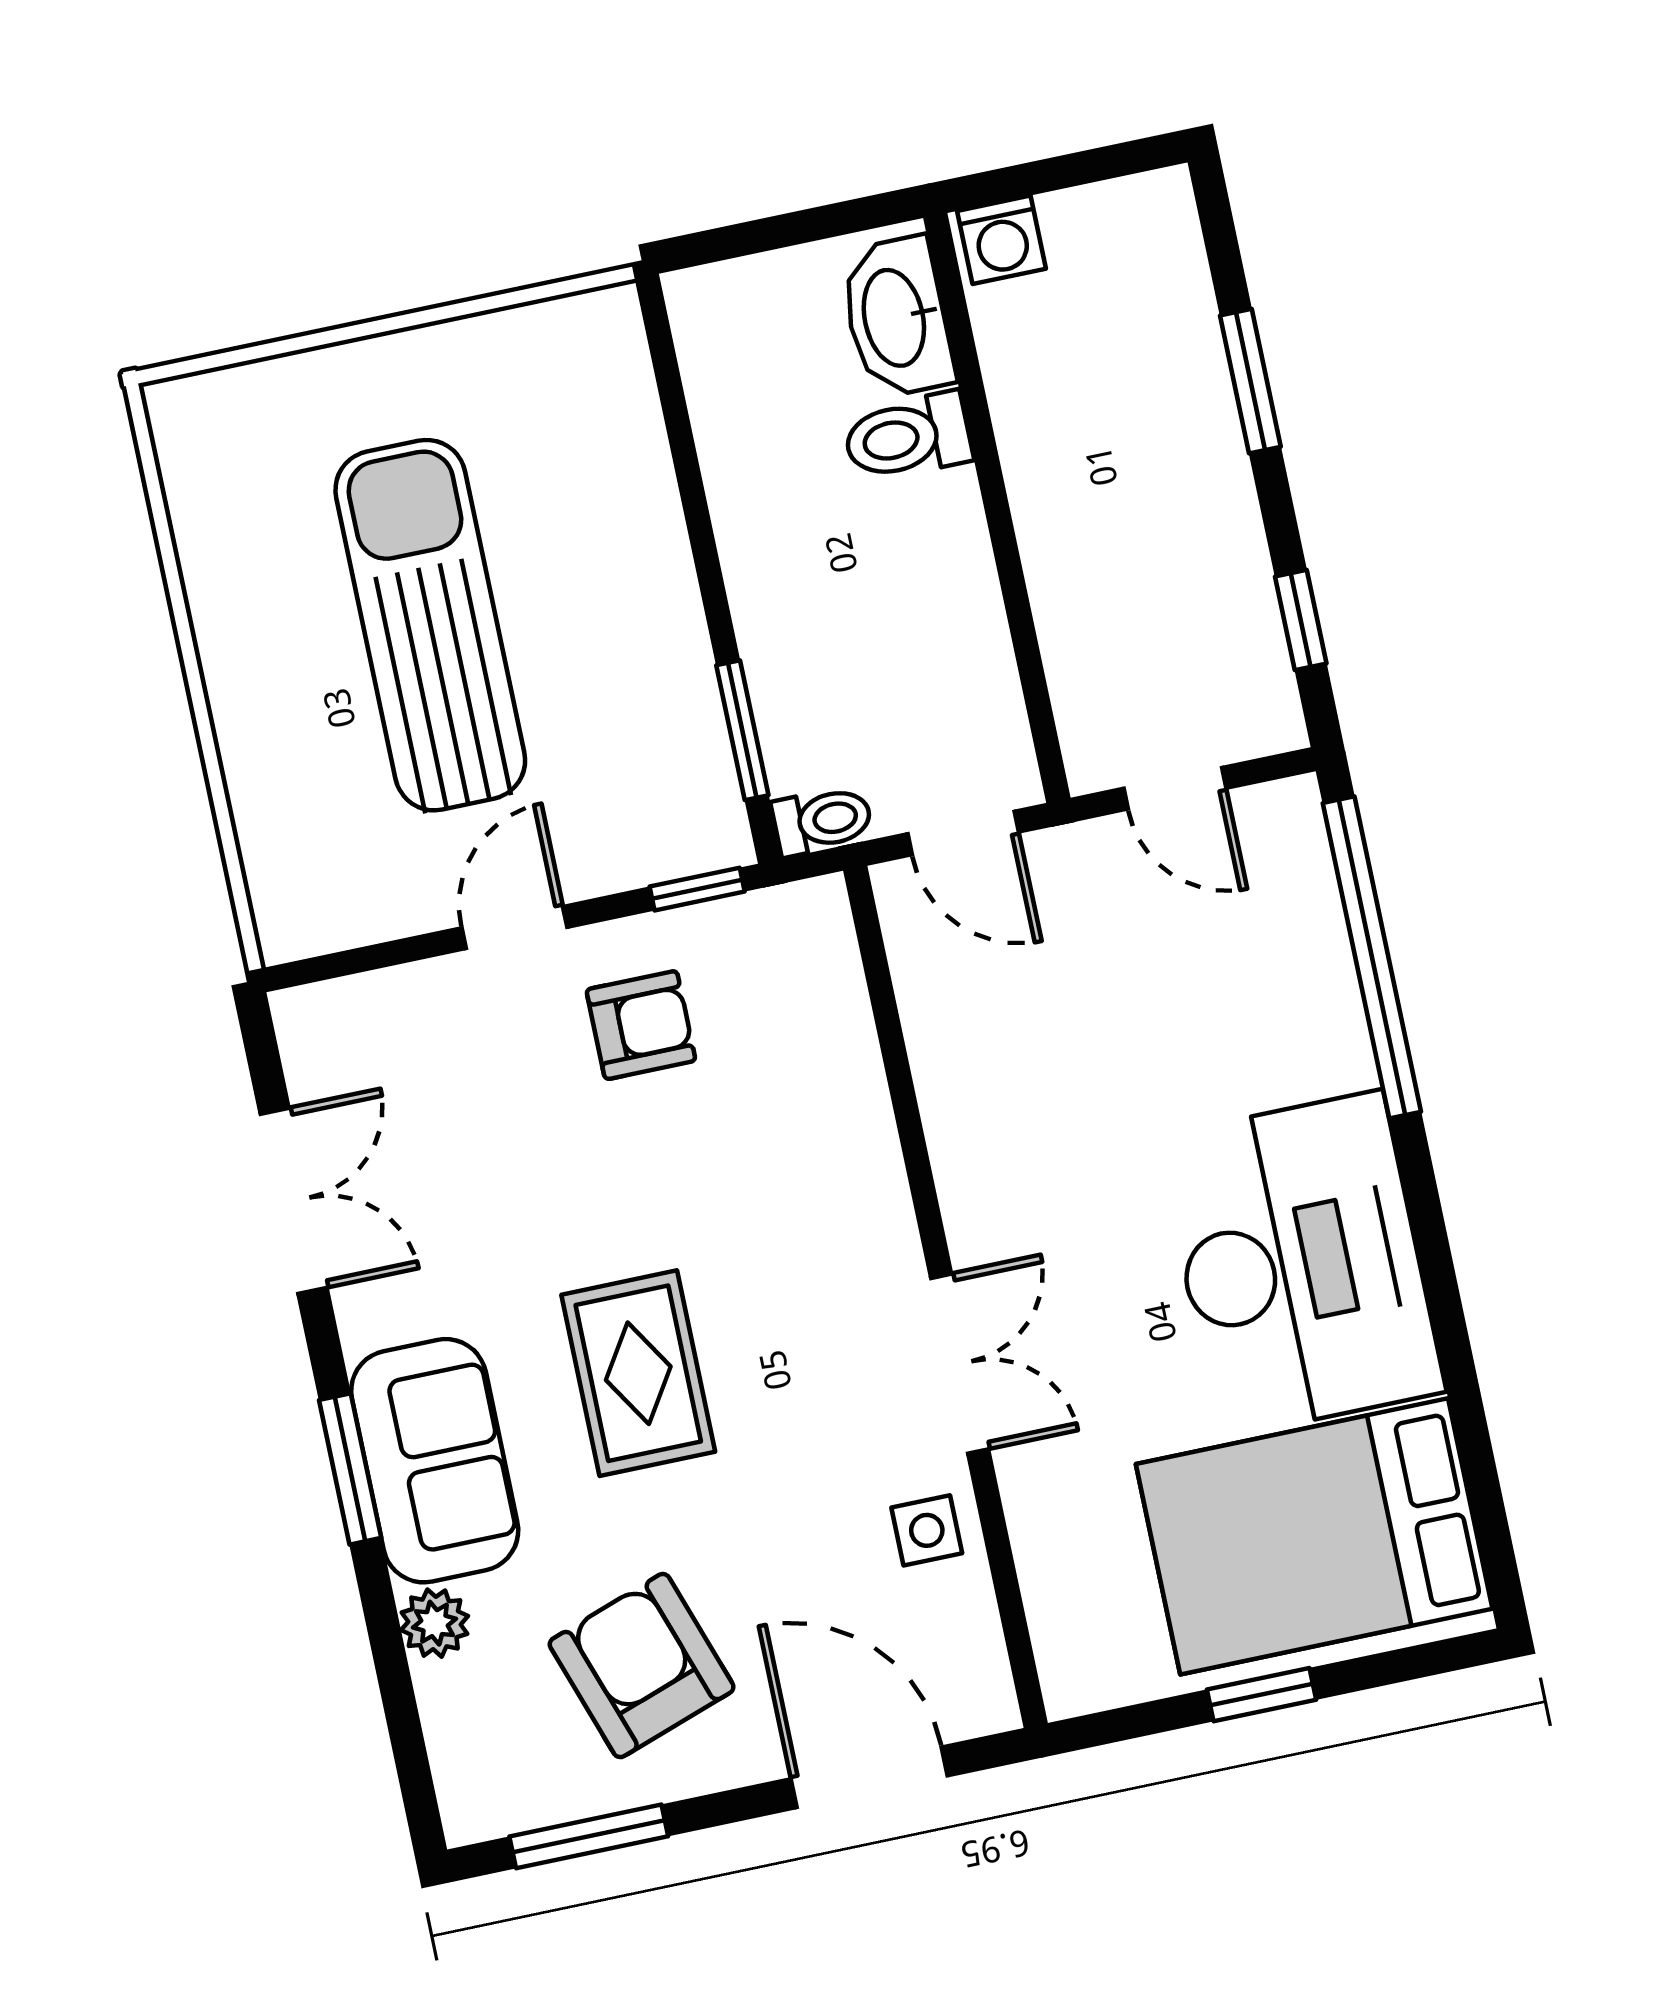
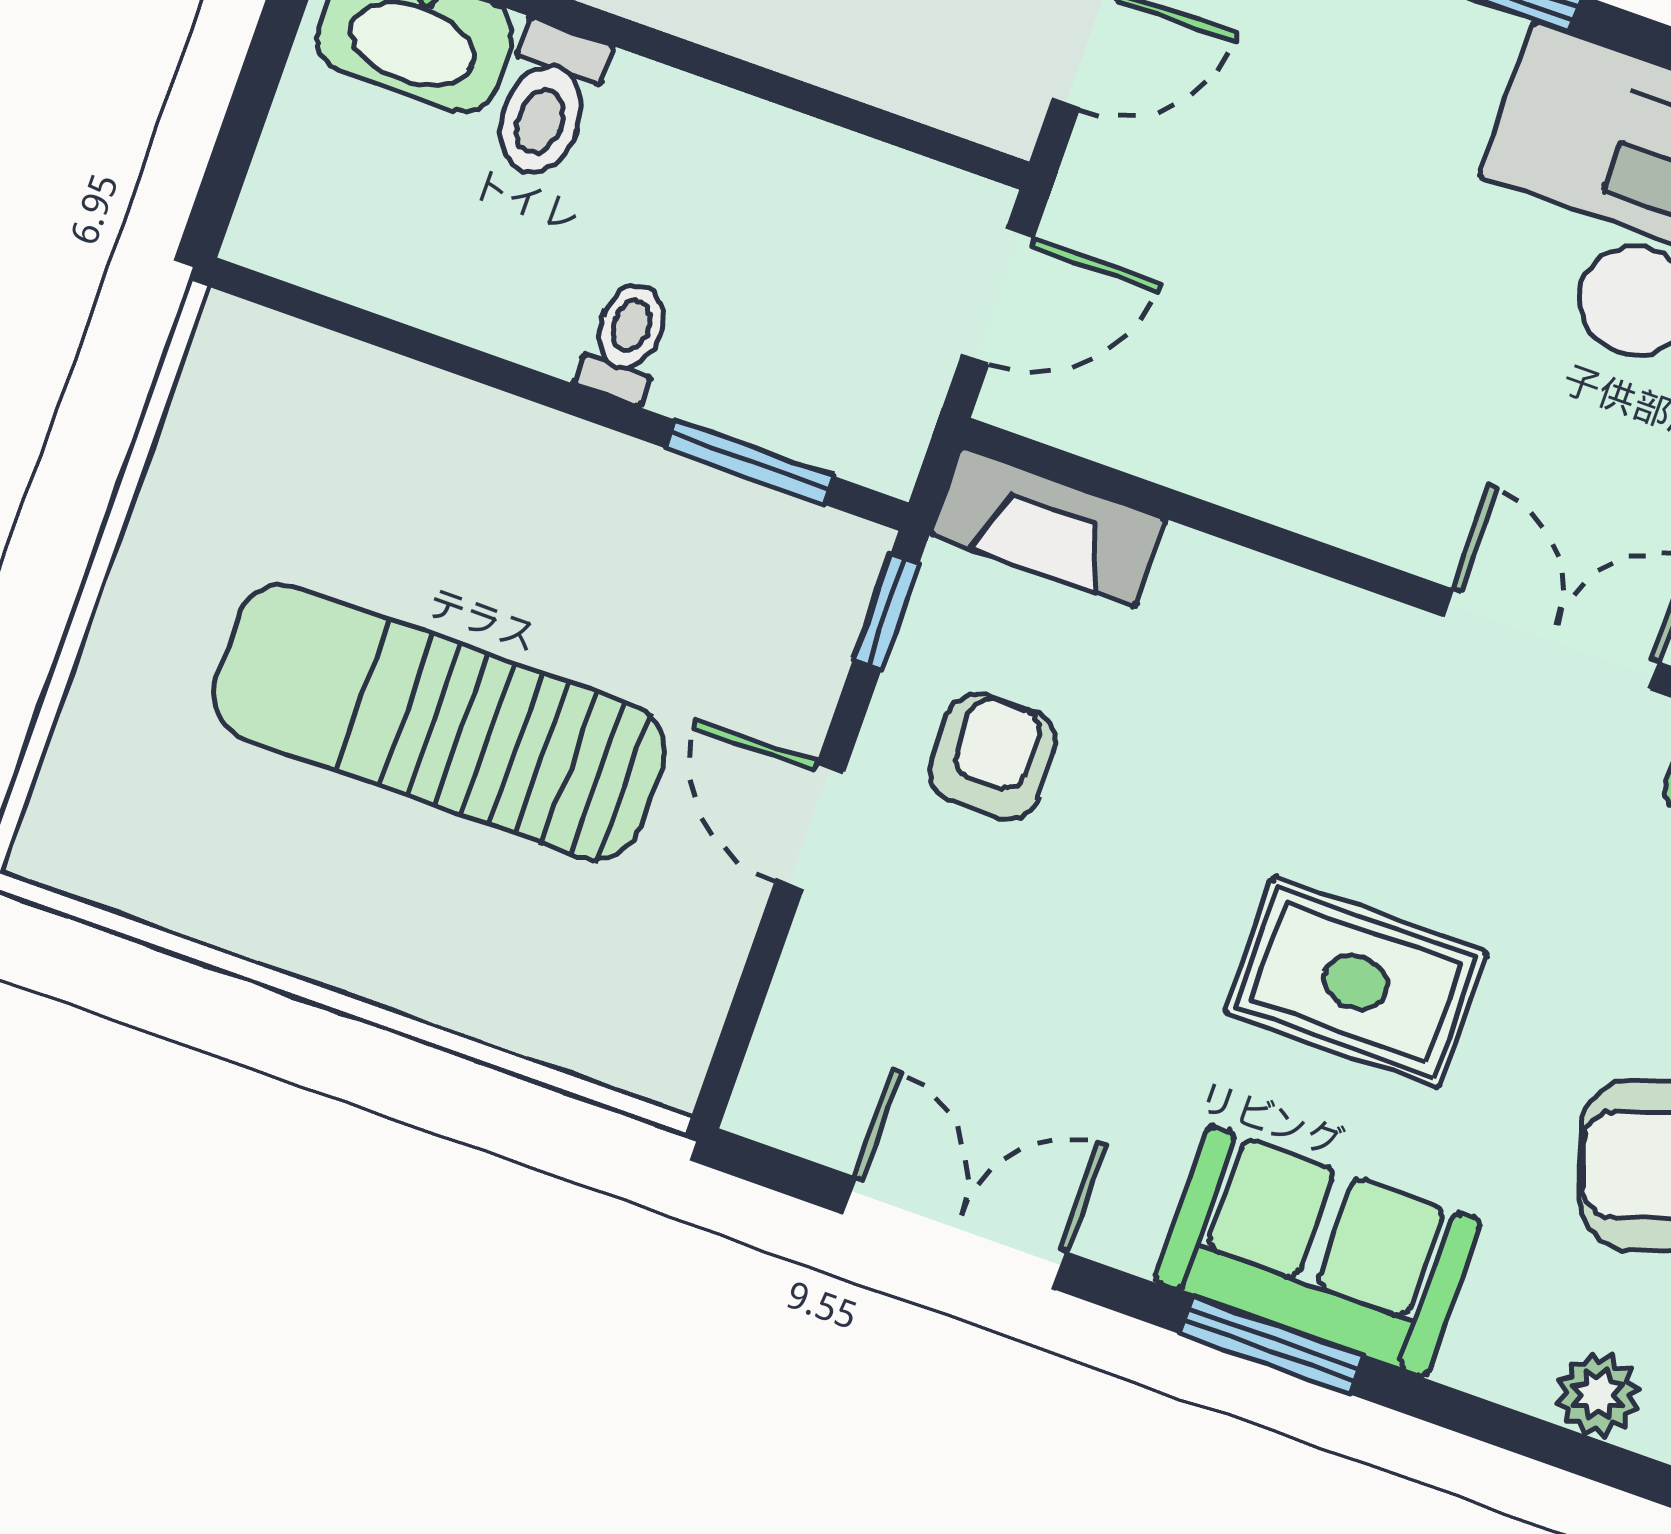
toilet: (822, 820) -> (626, 341), moved
fireplace: (824, 966) -> (1048, 527), added
plant: (435, 1623) -> (1598, 1395), moved

